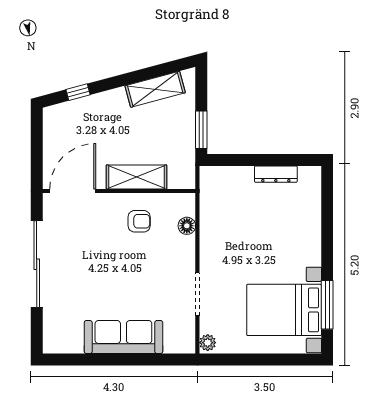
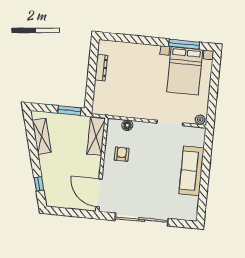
shelving: (136, 177) -> (96, 136), moved

